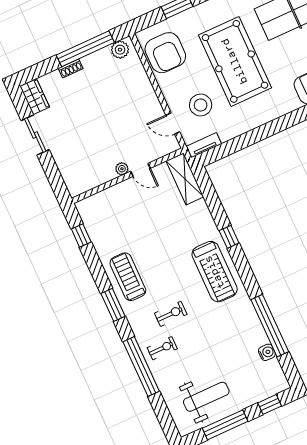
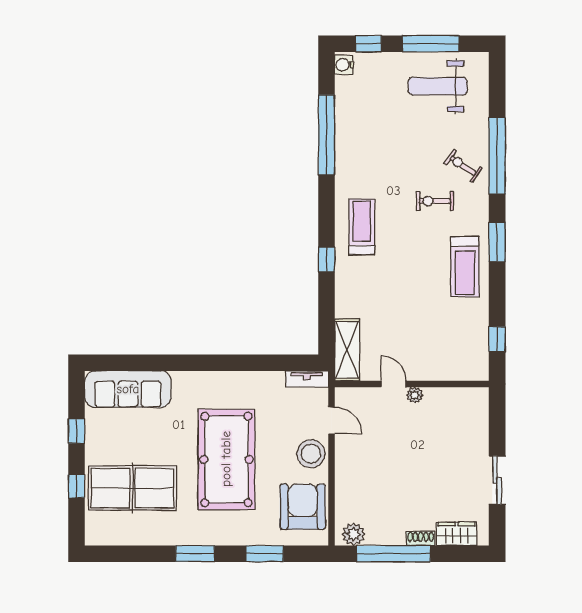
wardrobe: (35, 97) -> (457, 534), moved, turned 90
stool: (201, 105) -> (311, 454), moved
treadmill: (215, 272) -> (362, 227), width x0.73, depth x0.73
exercise bike: (162, 348) -> (463, 166), turned 34
water cooler: (267, 352) -> (344, 65), moved

